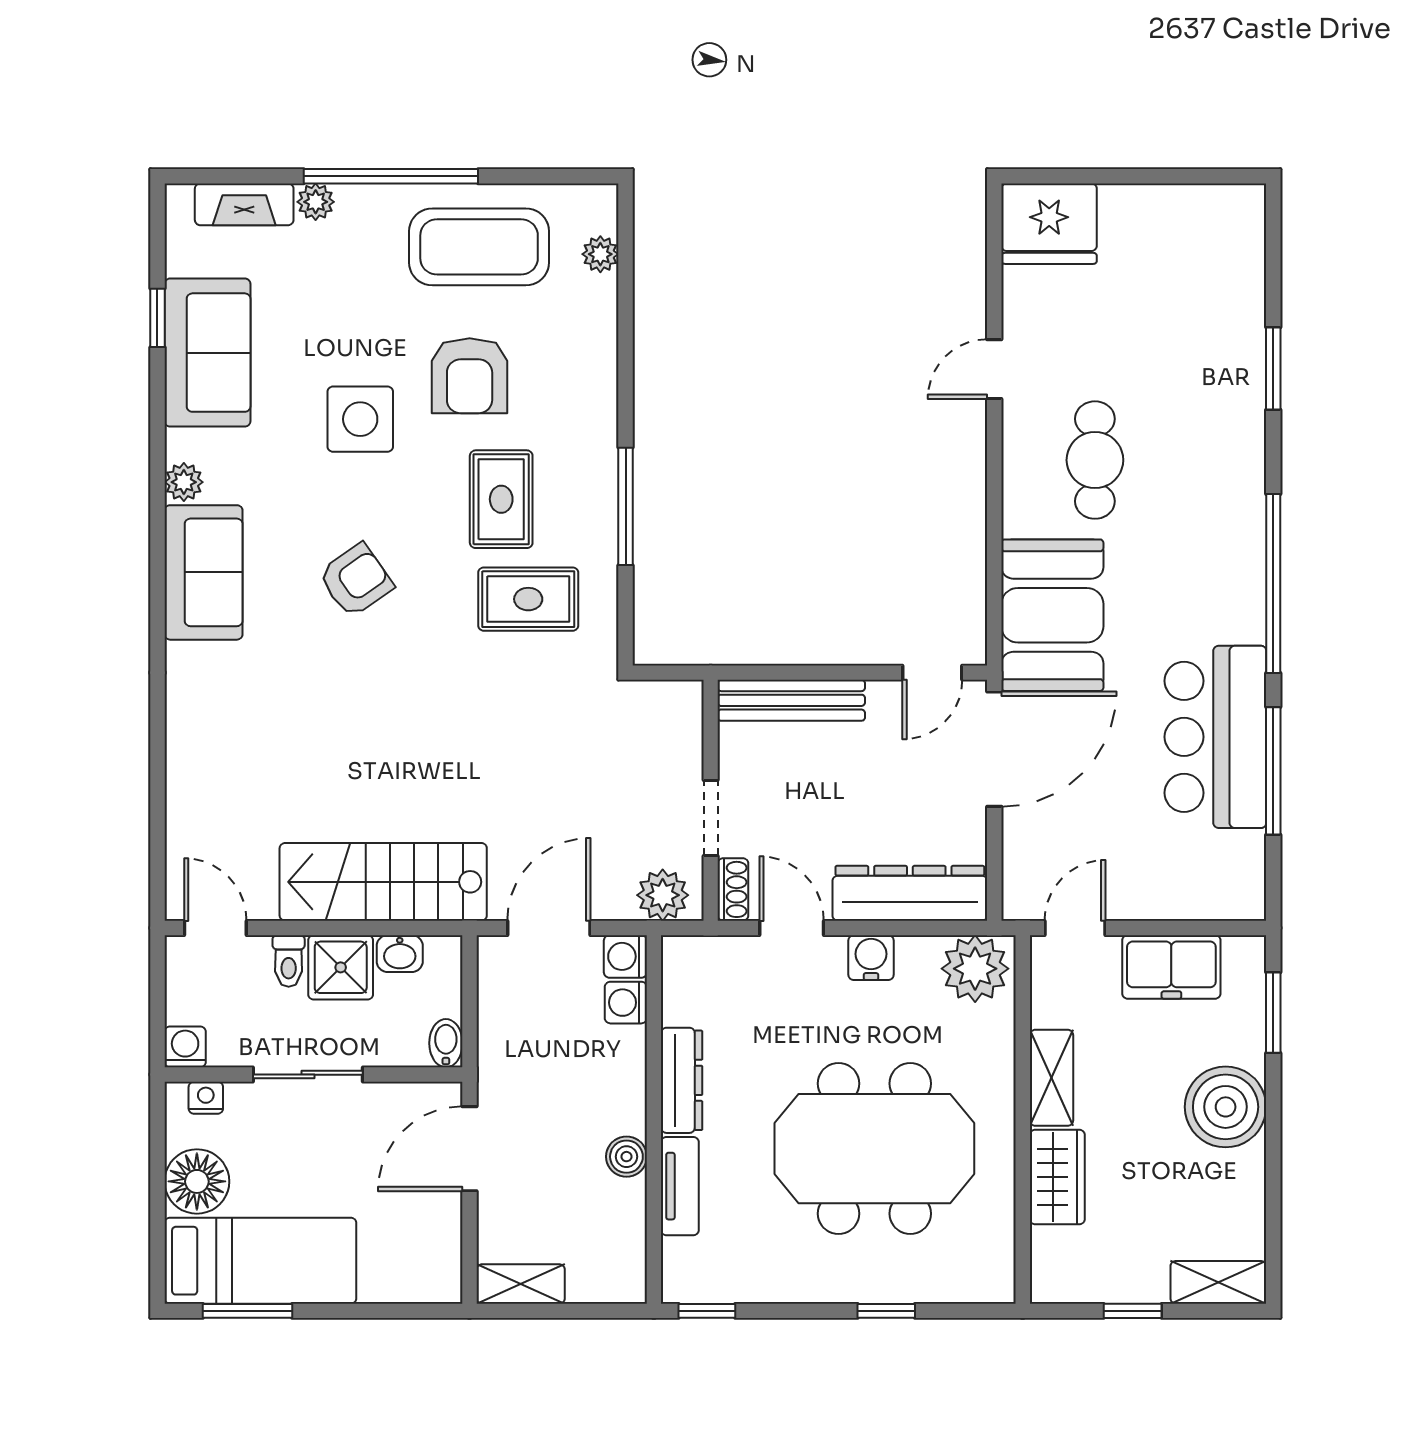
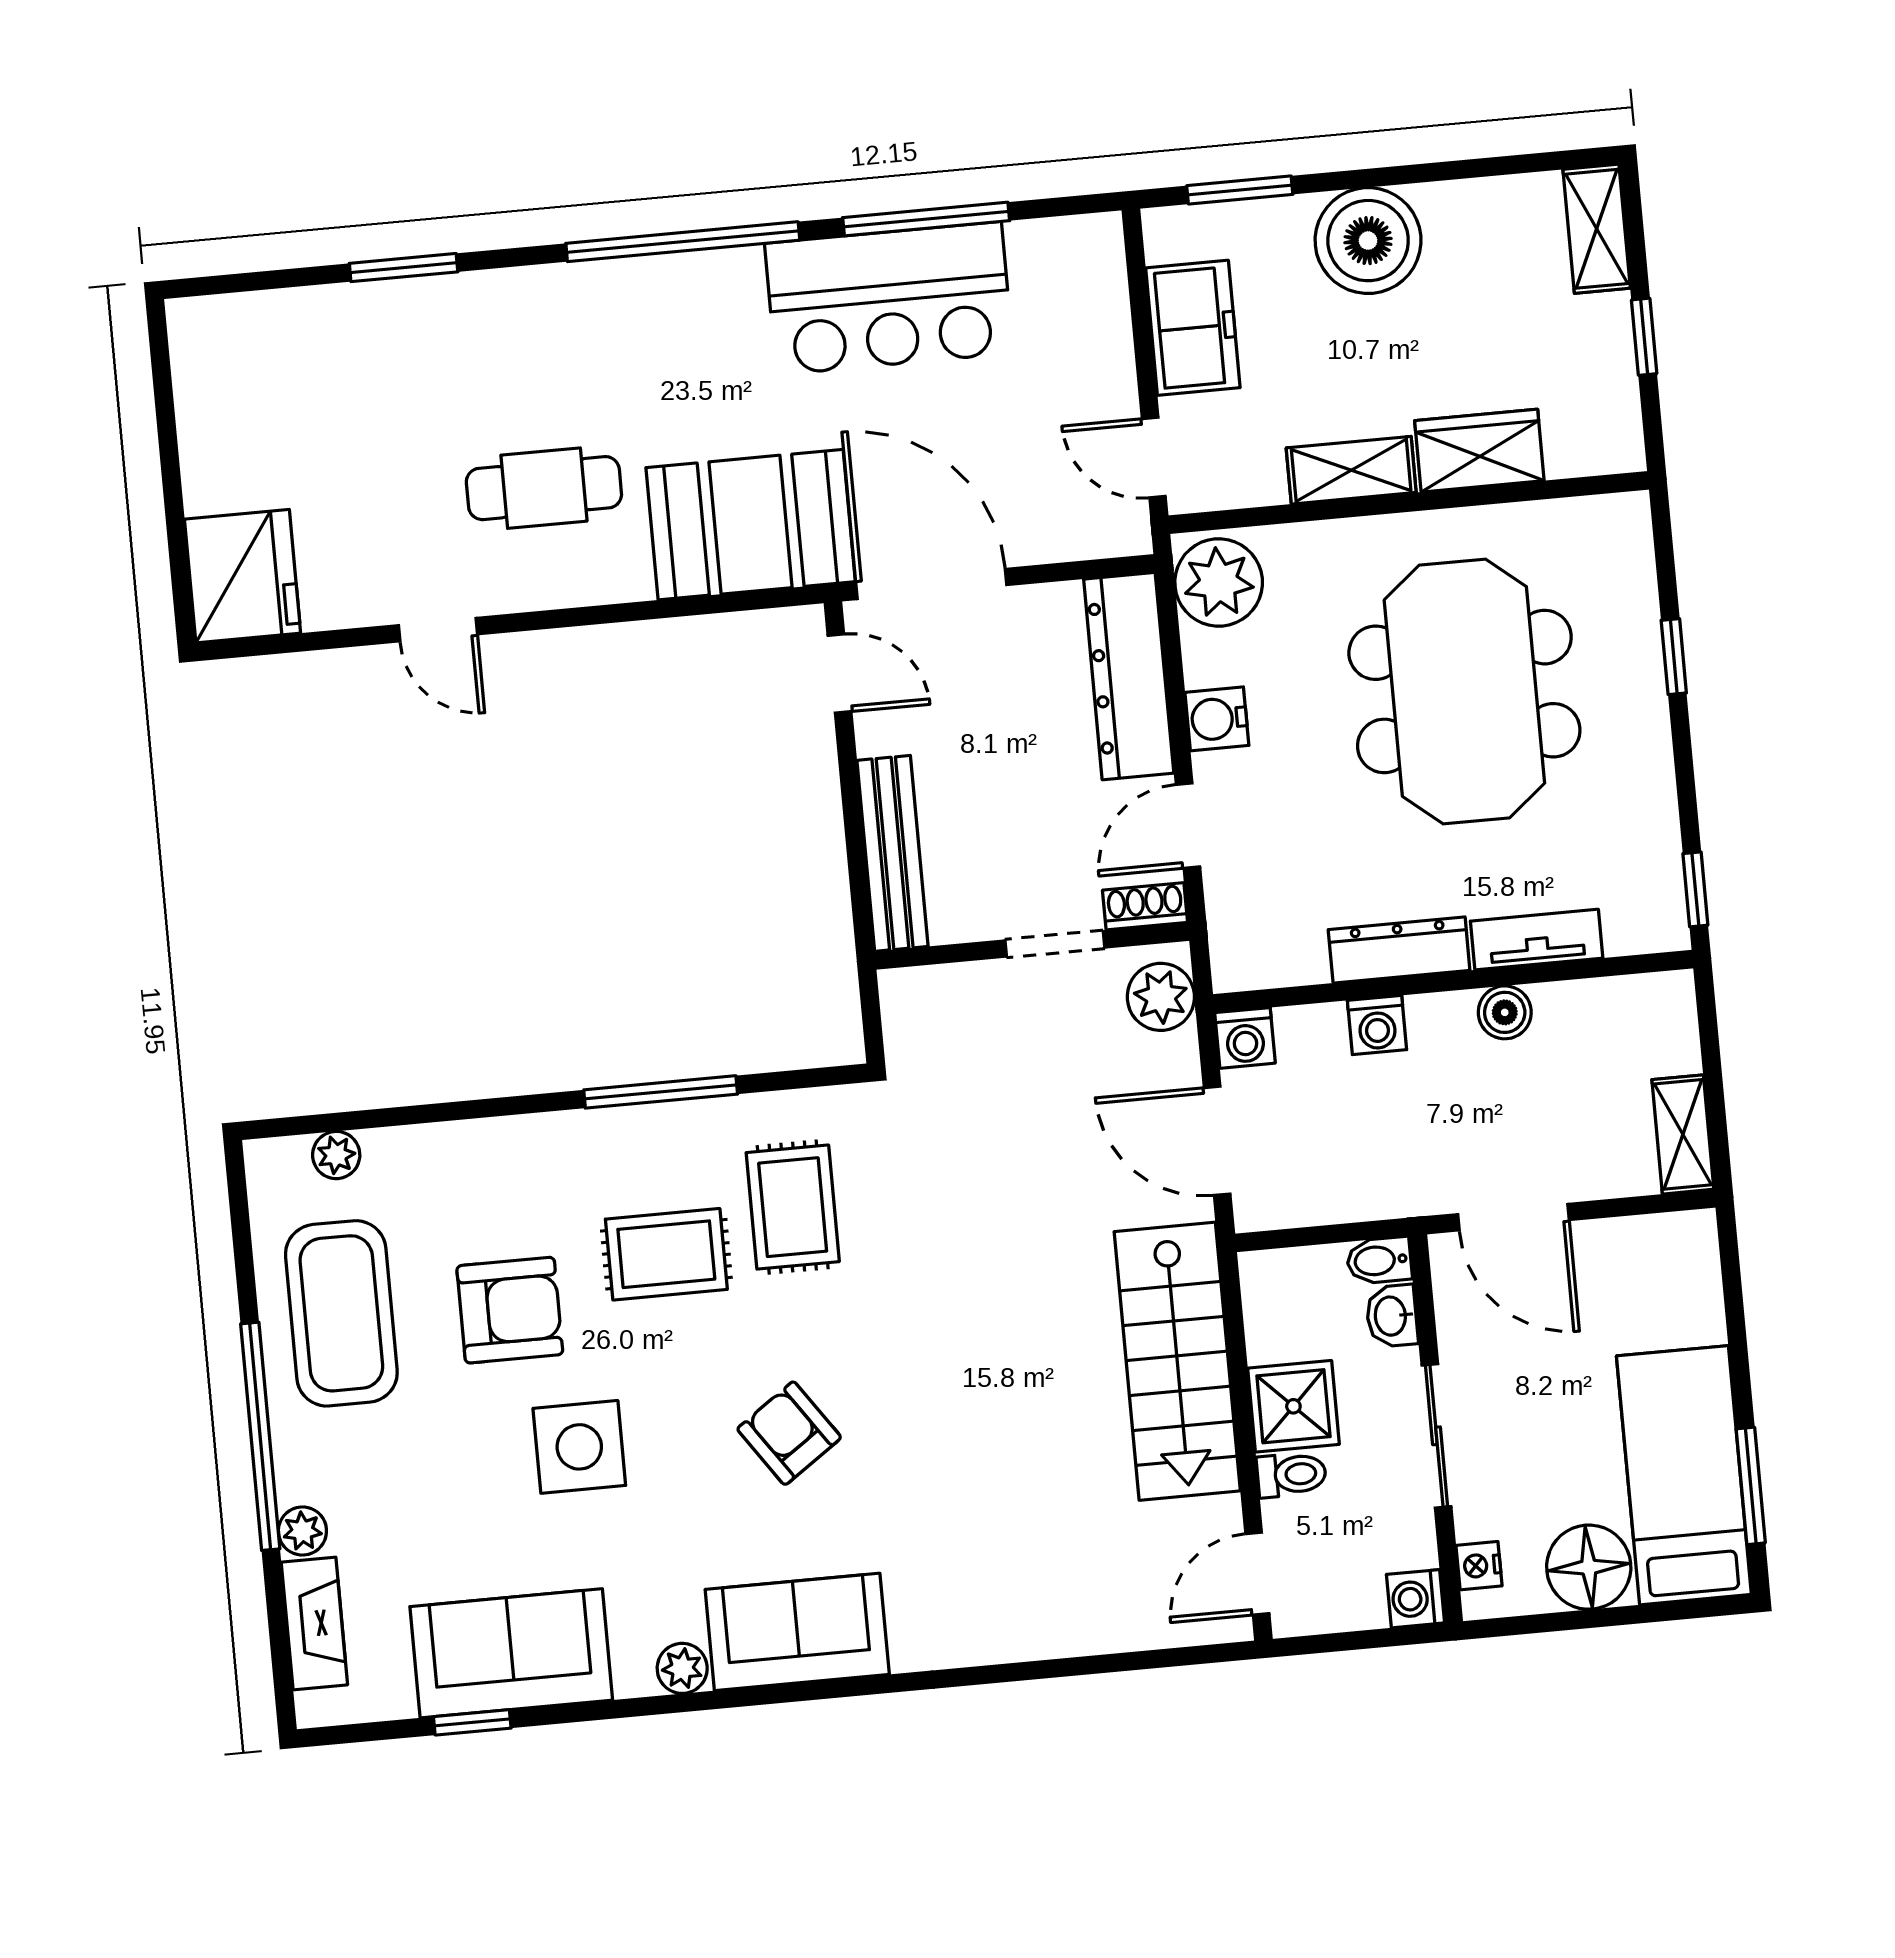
washbasin: (400, 954) -> (1392, 1316), moved, turned 180
washing machine: (626, 1003) -> (1377, 1025), moved

